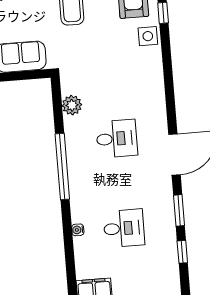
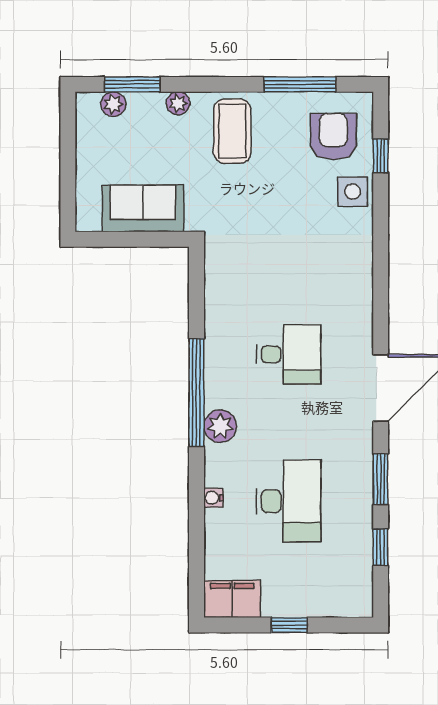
plant: (72, 105) -> (220, 426), moved
desk: (124, 228) -> (289, 501), width x1.37

